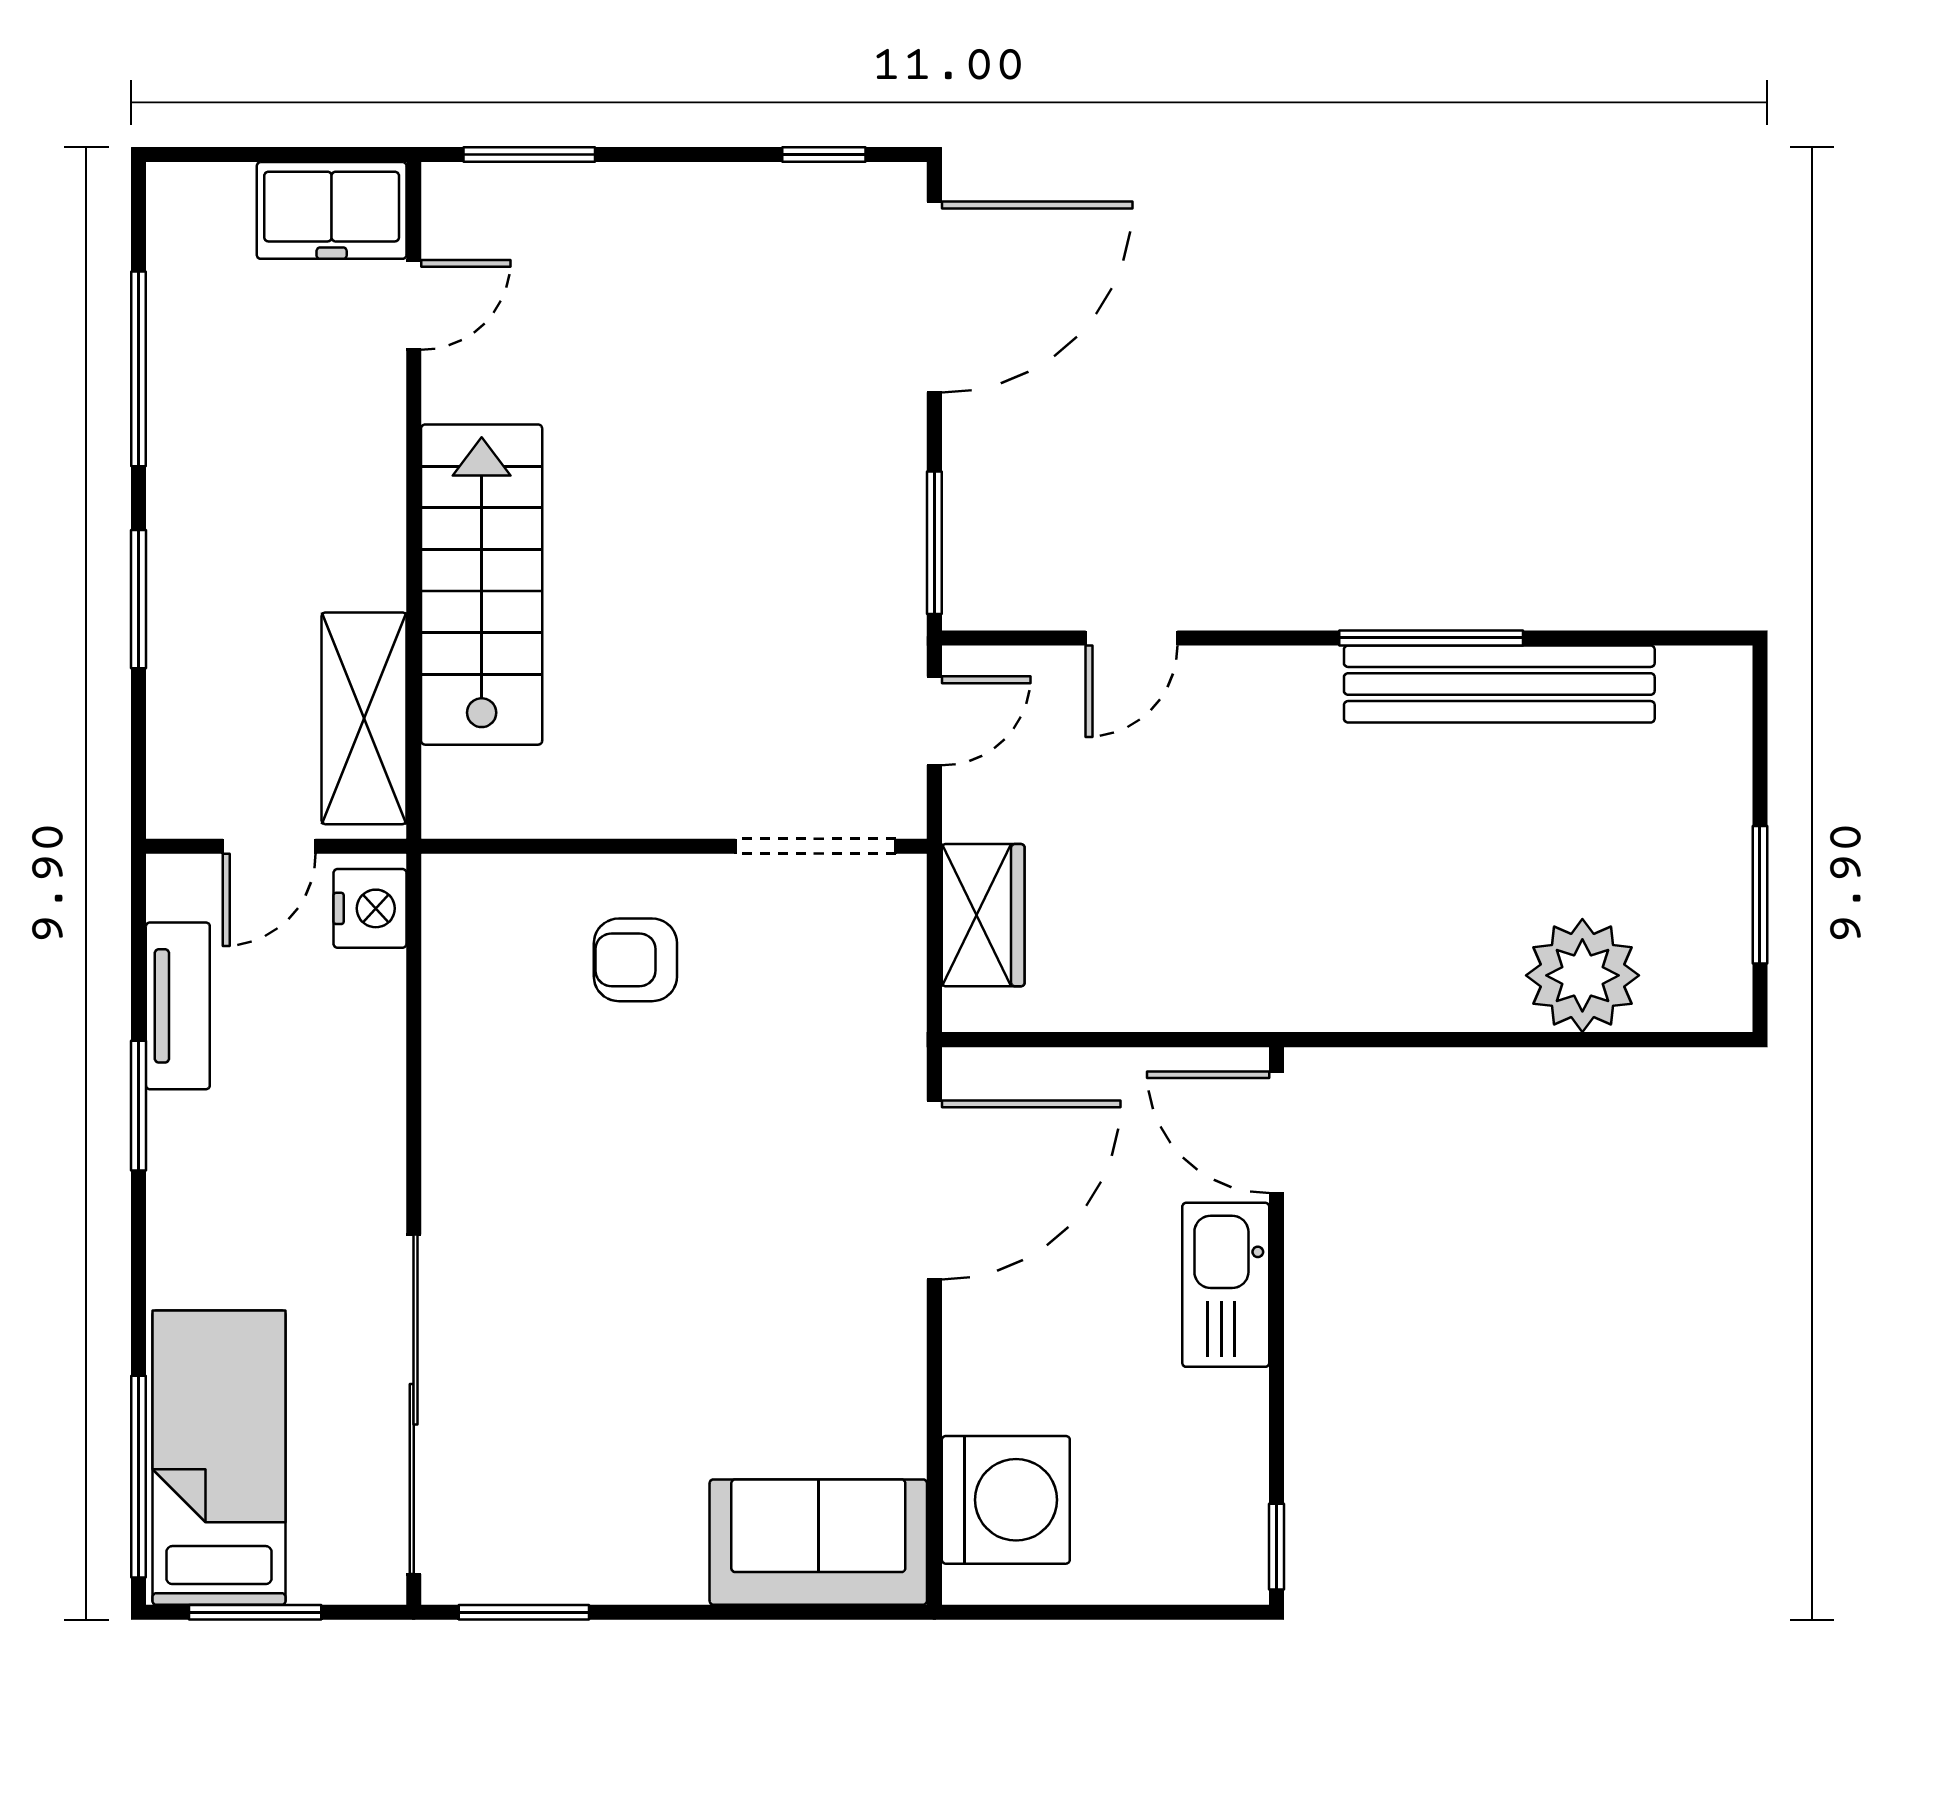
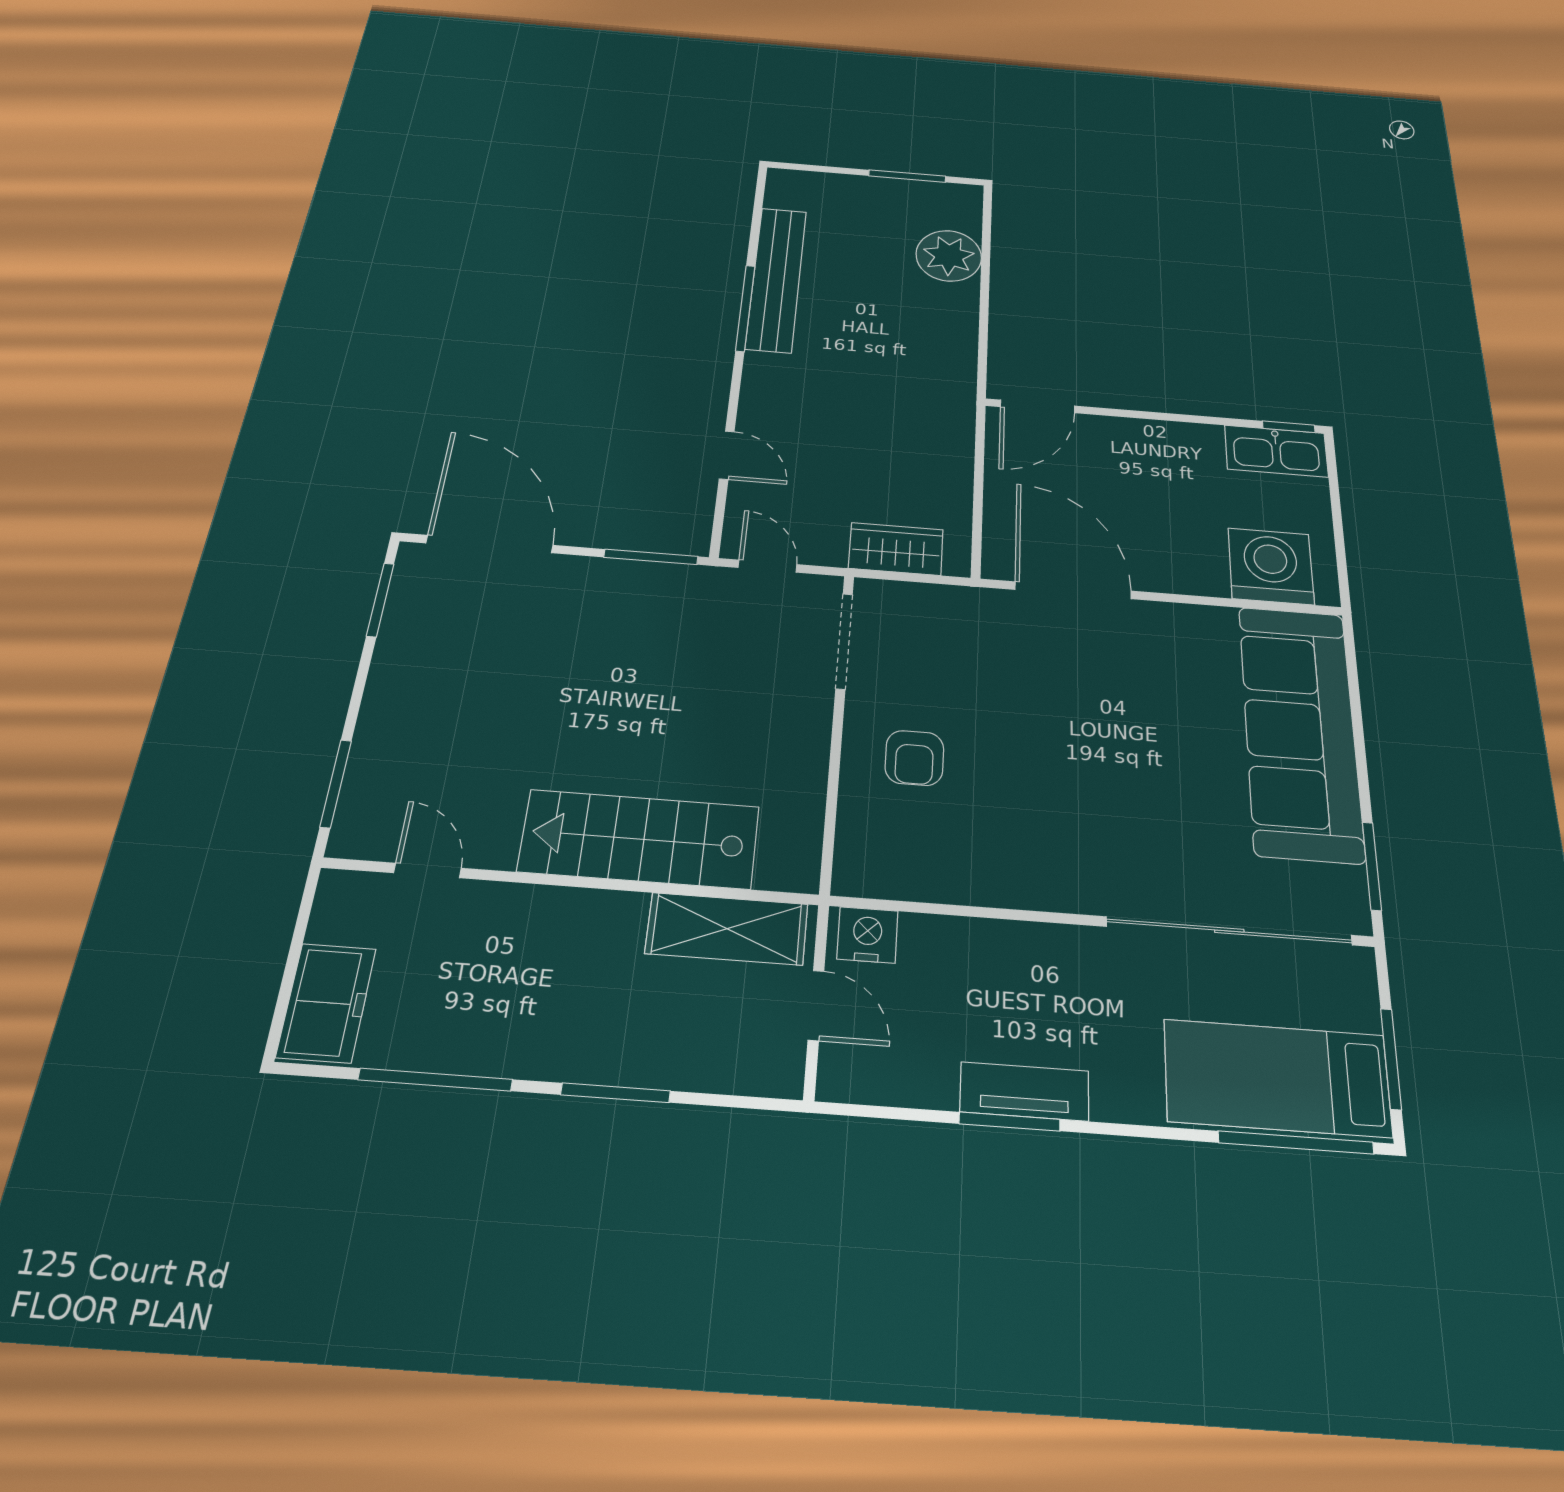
window: (824, 154) -> (380, 600), width x1.50
freezer: (332, 210) -> (326, 1003), moved
tv unit: (178, 1006) -> (1024, 1091), moved
kitchen sink: (1226, 1285) -> (1276, 451), moved
sofa: (818, 1542) -> (1300, 731), width x1.85, depth x1.27

